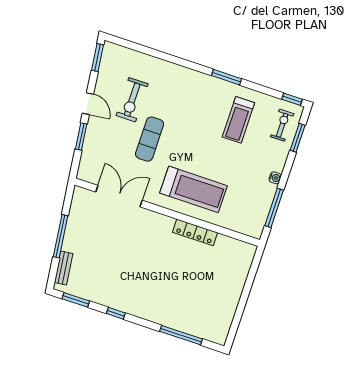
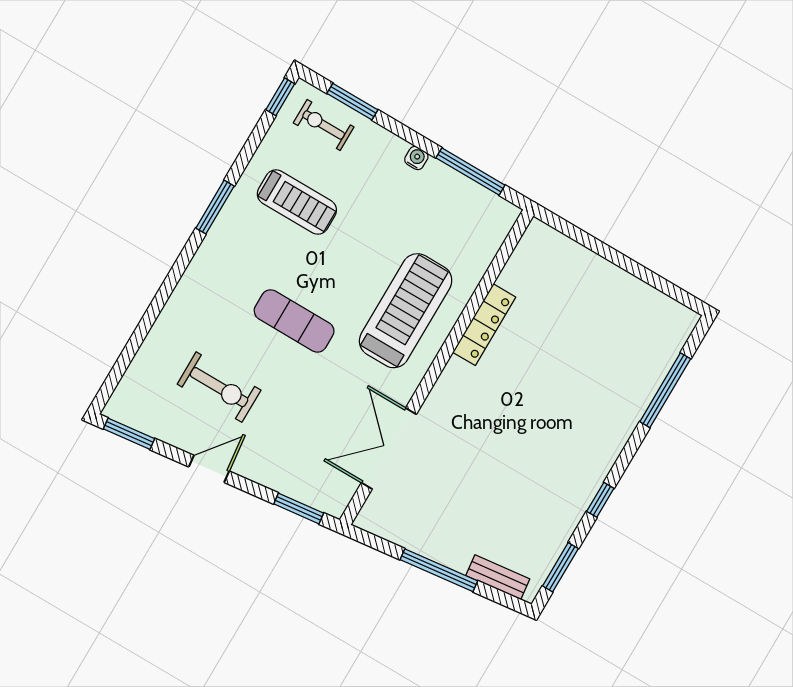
window: (81, 137) -> (299, 508), moved
exercise mat: (150, 139) -> (294, 321), moved

